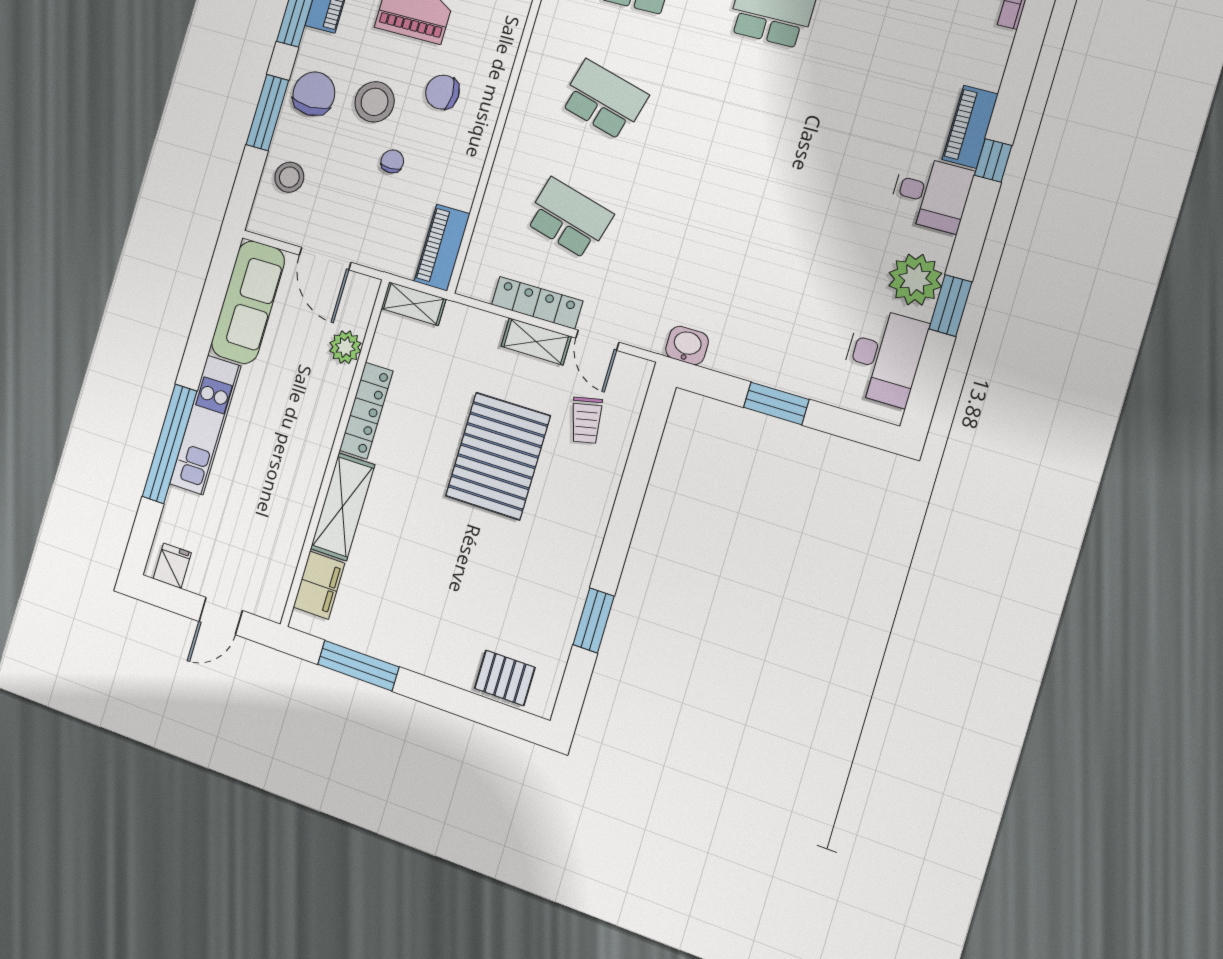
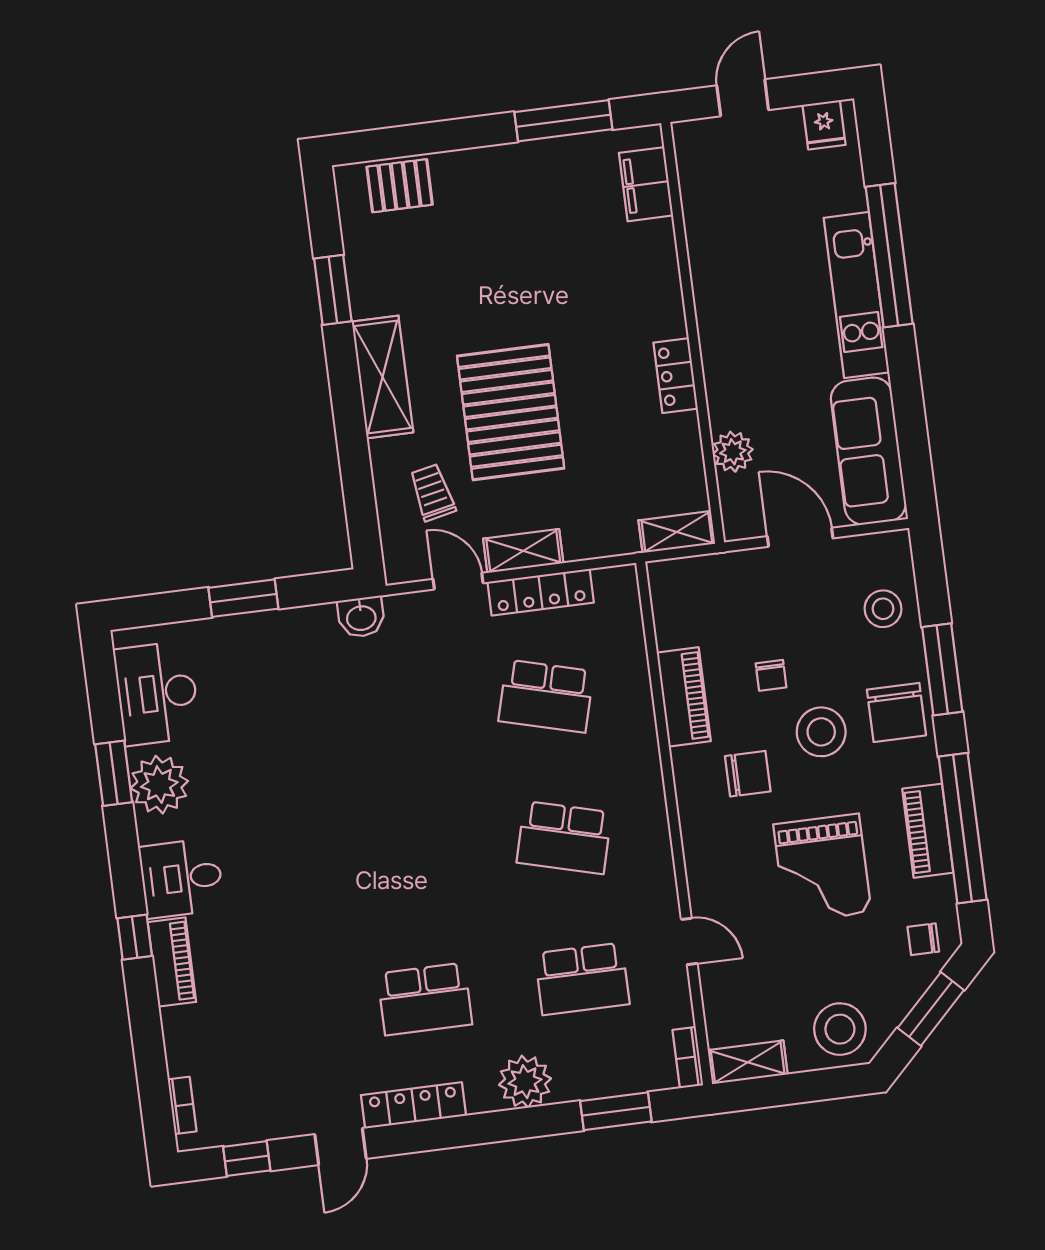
piano: (442, 248) -> (684, 697), moved
locker: (366, 411) -> (676, 376), width x0.66
shelving: (343, 507) -> (383, 377), moved

